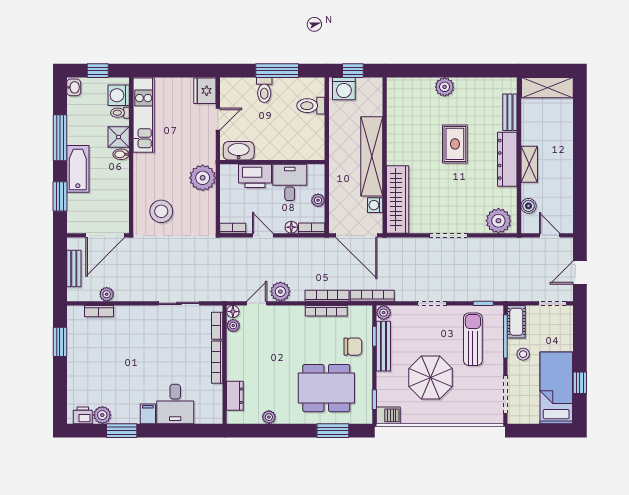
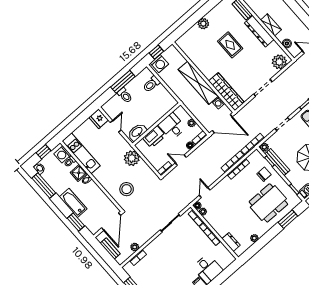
window: (60, 138) -> (44, 186), moved
plant: (280, 292) -> (210, 178), removed

